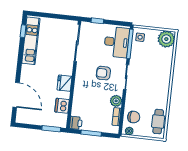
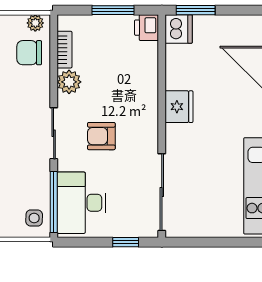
armchair: (103, 73) -> (101, 136), turned 180
dishwasher: (62, 106) -> (179, 29), moved

